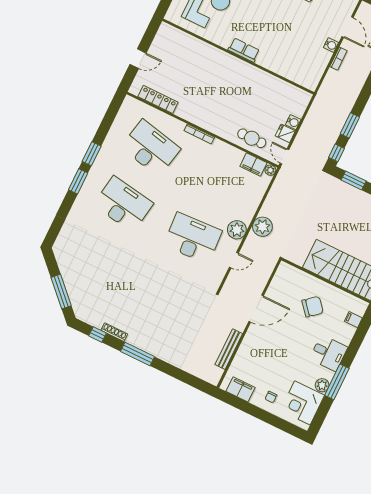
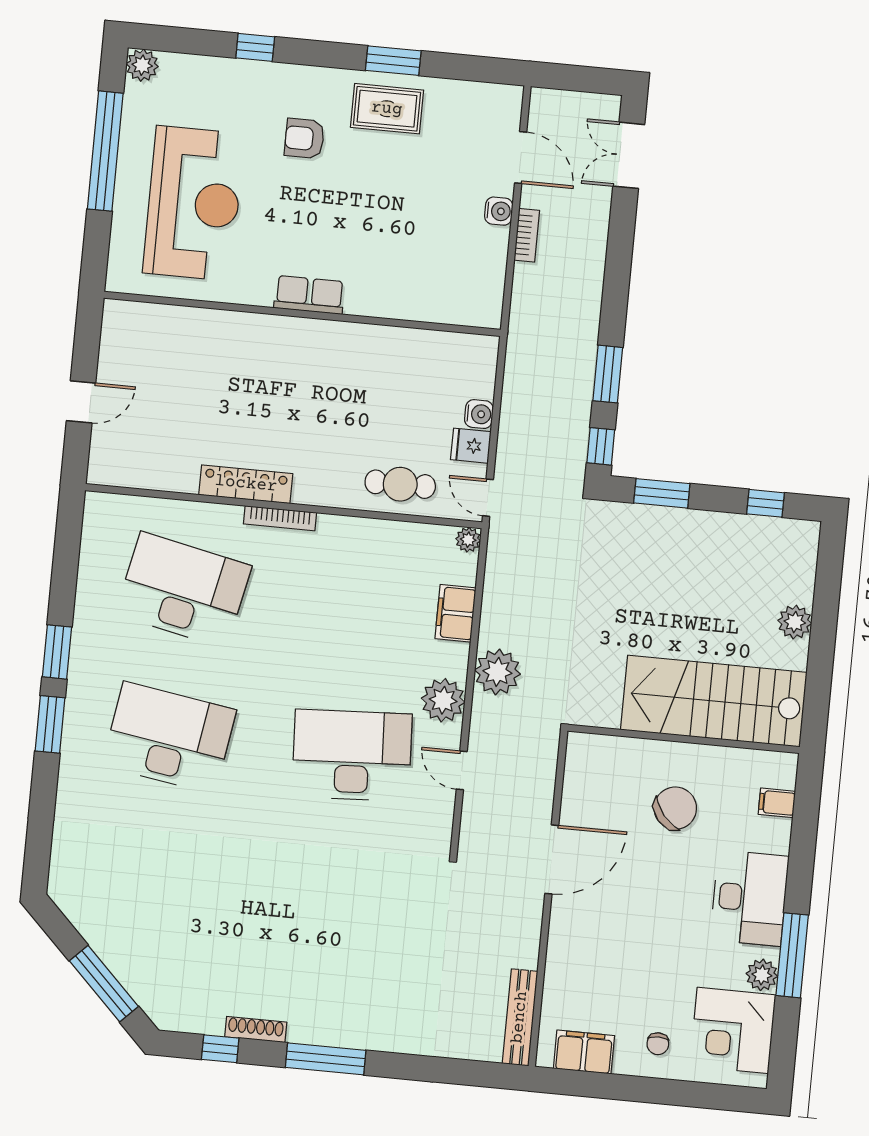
locker: (158, 99) -> (246, 484), moved
filing cabinet: (253, 164) -> (456, 613), moved, turned 90
door: (234, 260) -> (462, 770), swing flipped
bench: (229, 349) -> (520, 1017), moved
desk: (329, 353) -> (749, 898), width x1.37

